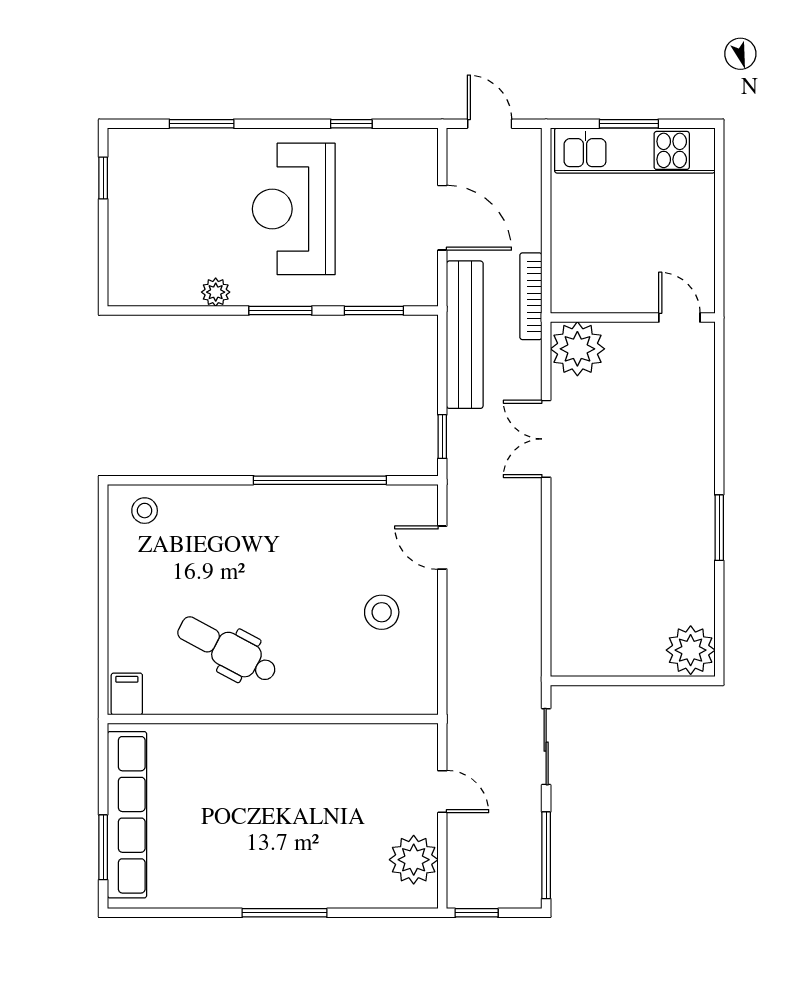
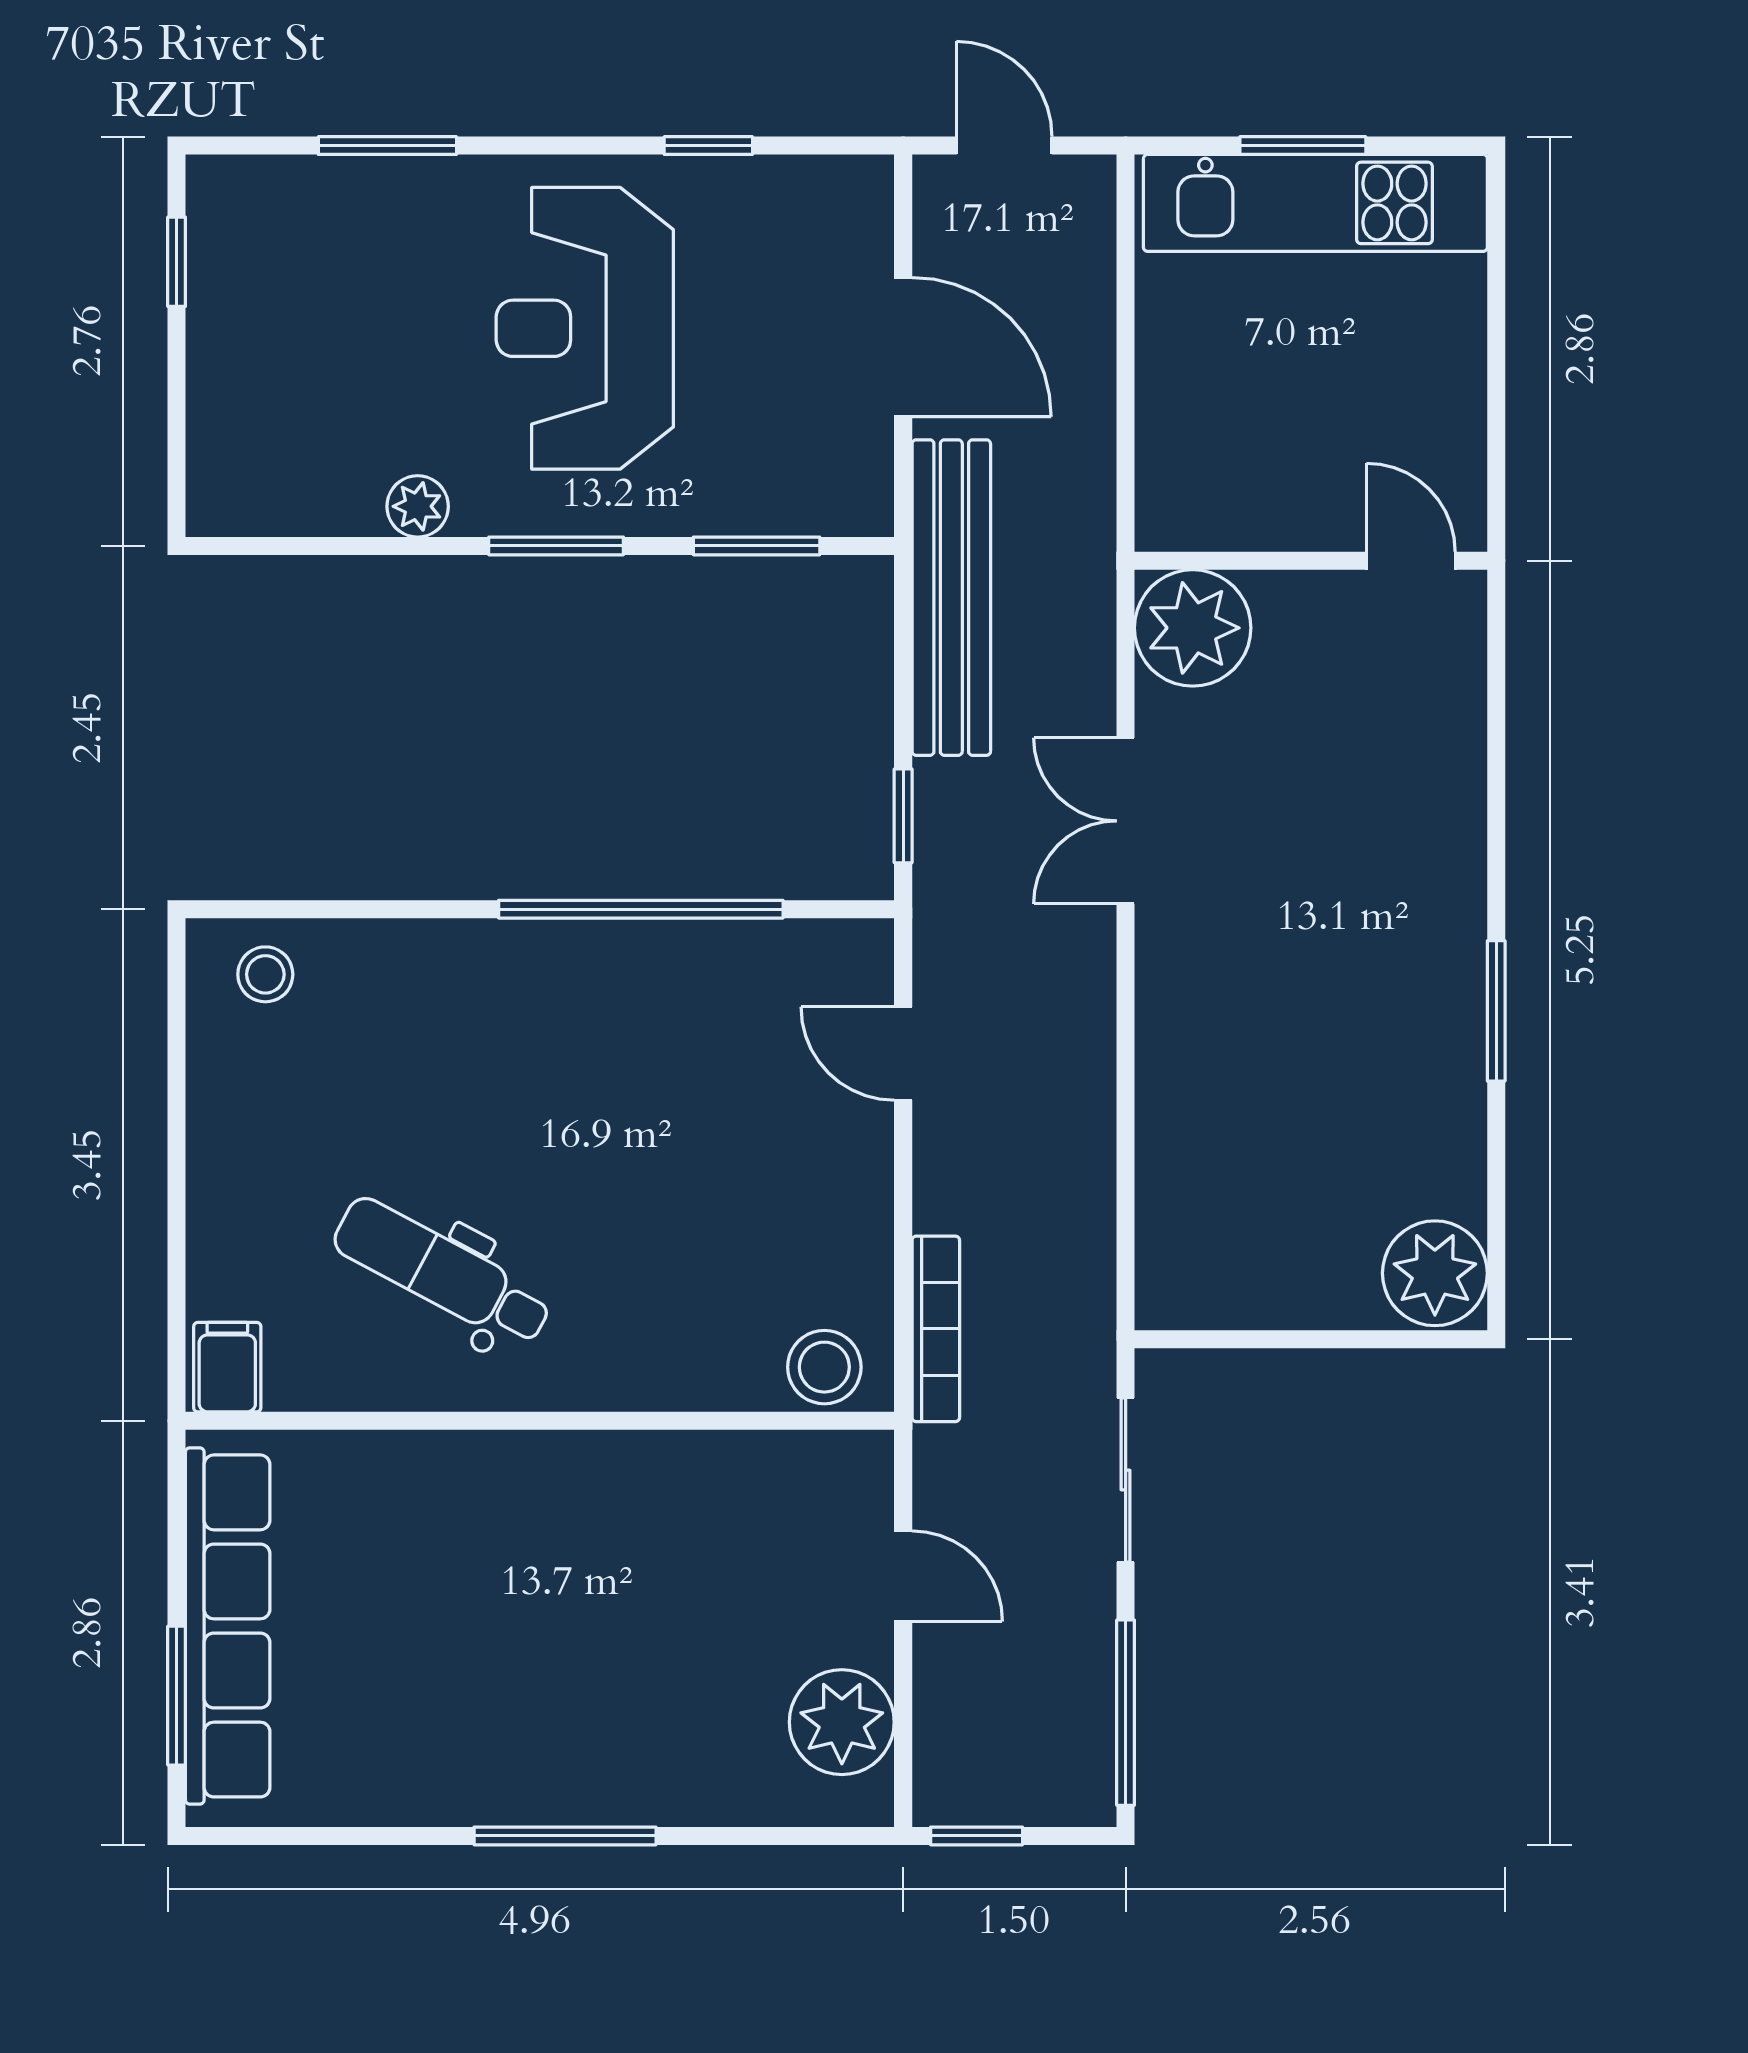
bookcase: (531, 296) -> (936, 1329), moved, turned 180
stool: (382, 612) -> (824, 1367), moved

